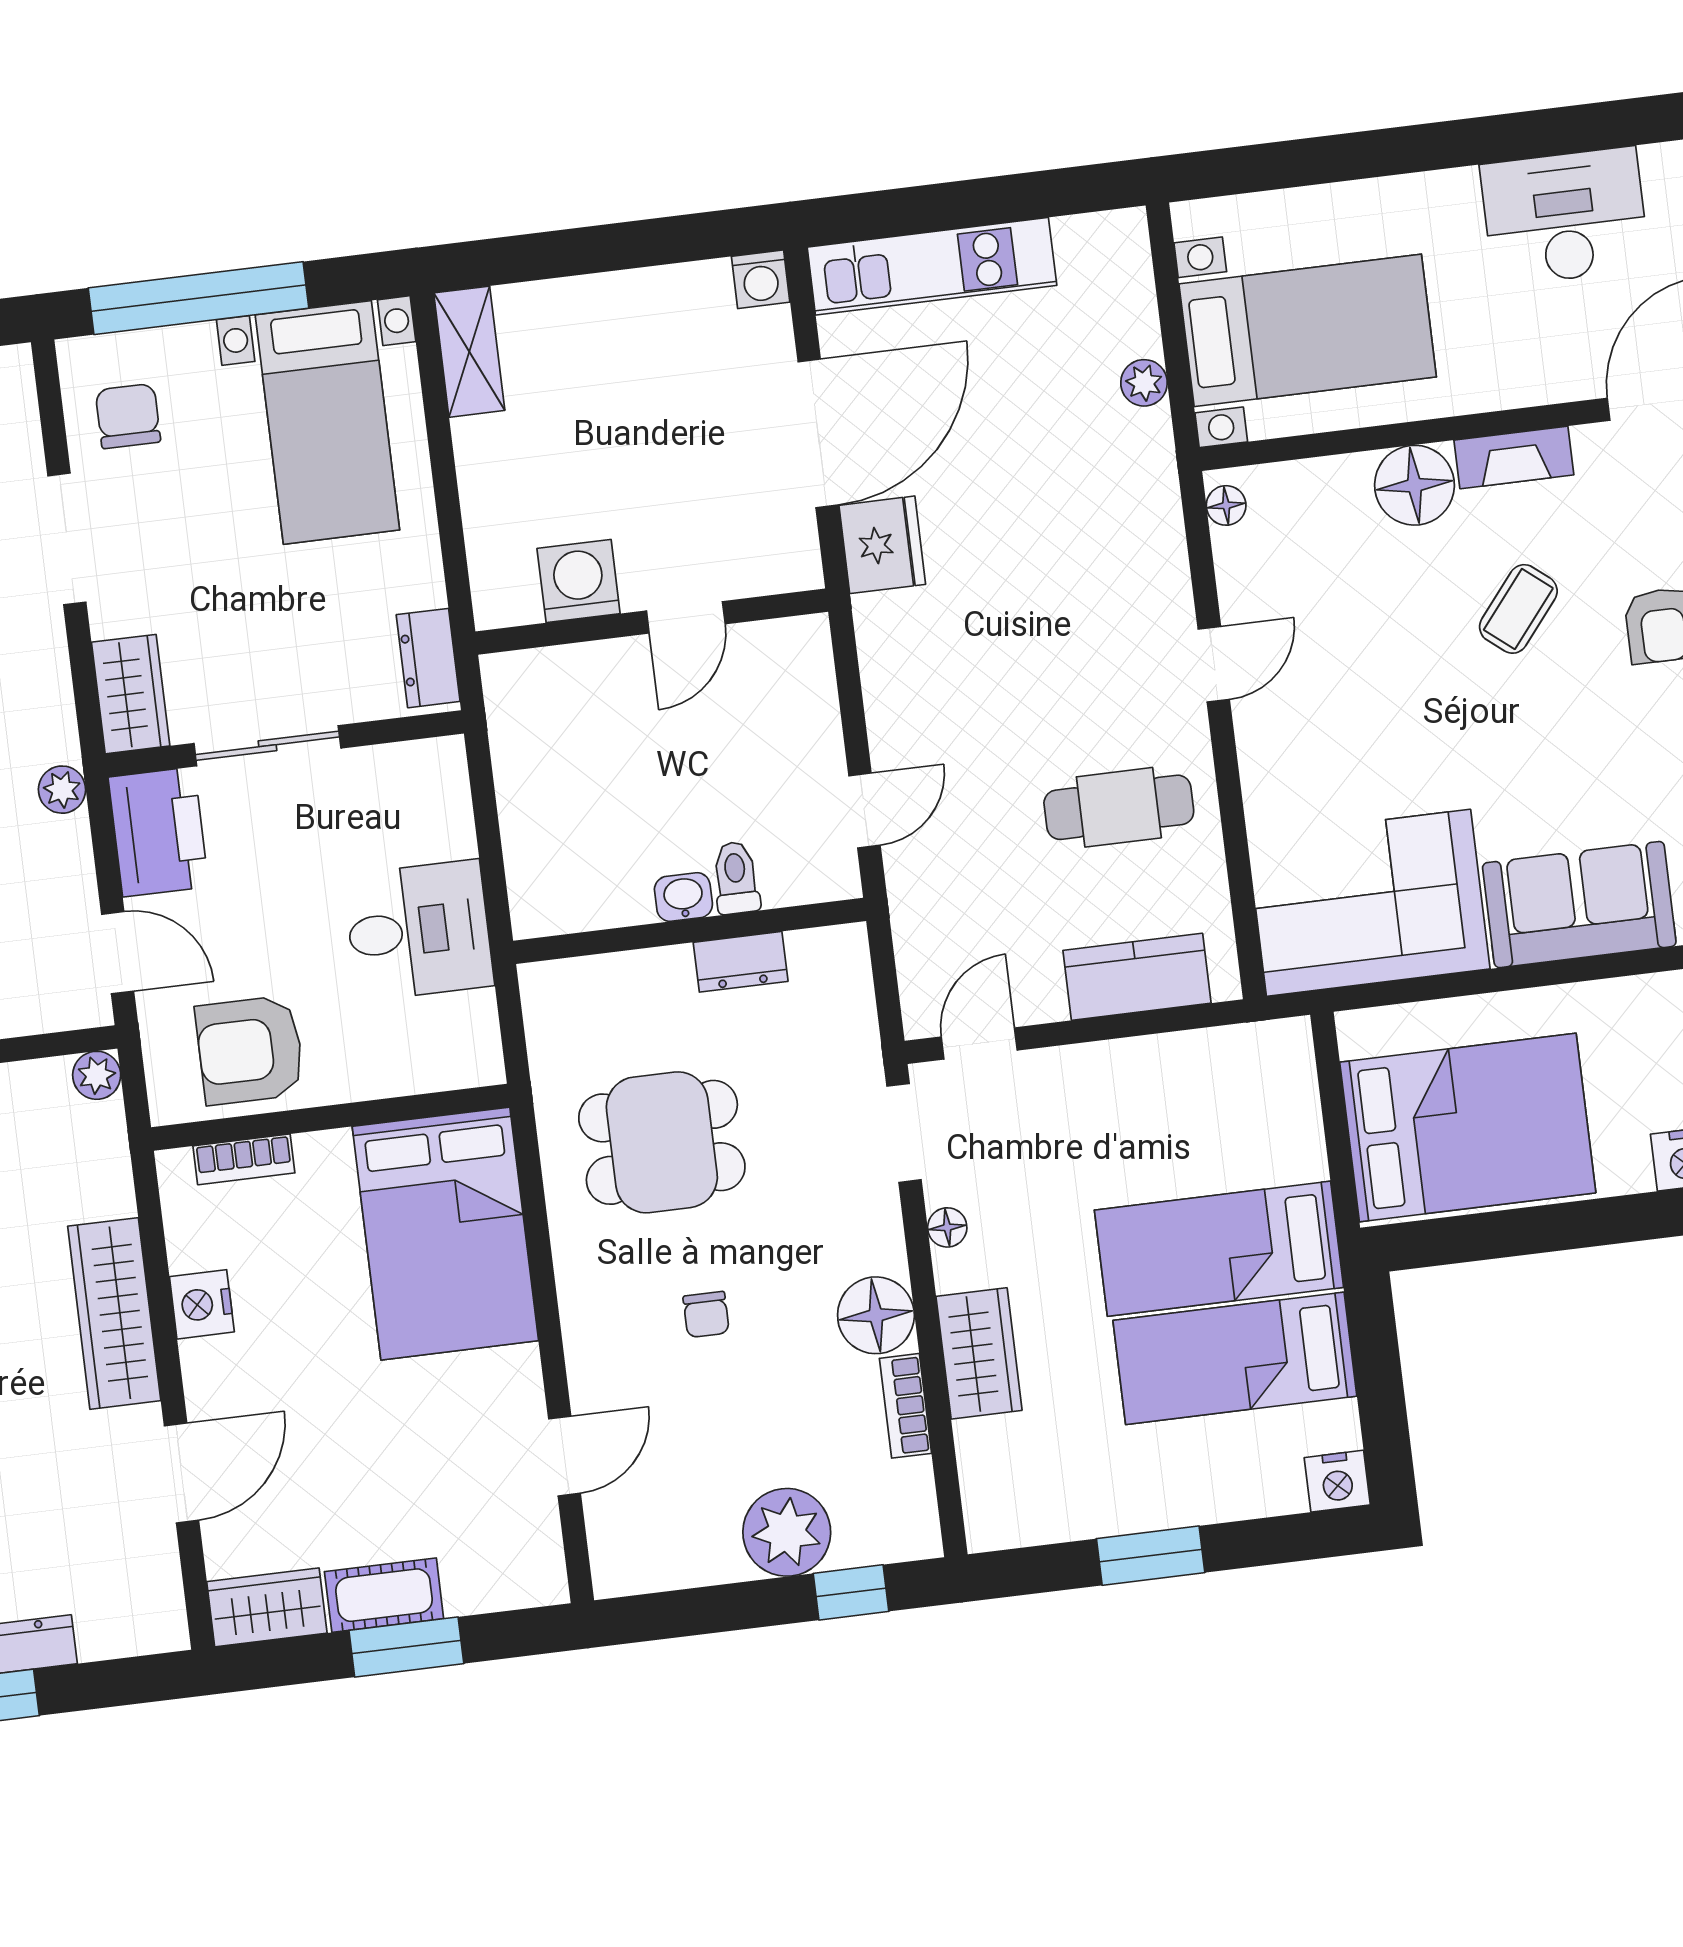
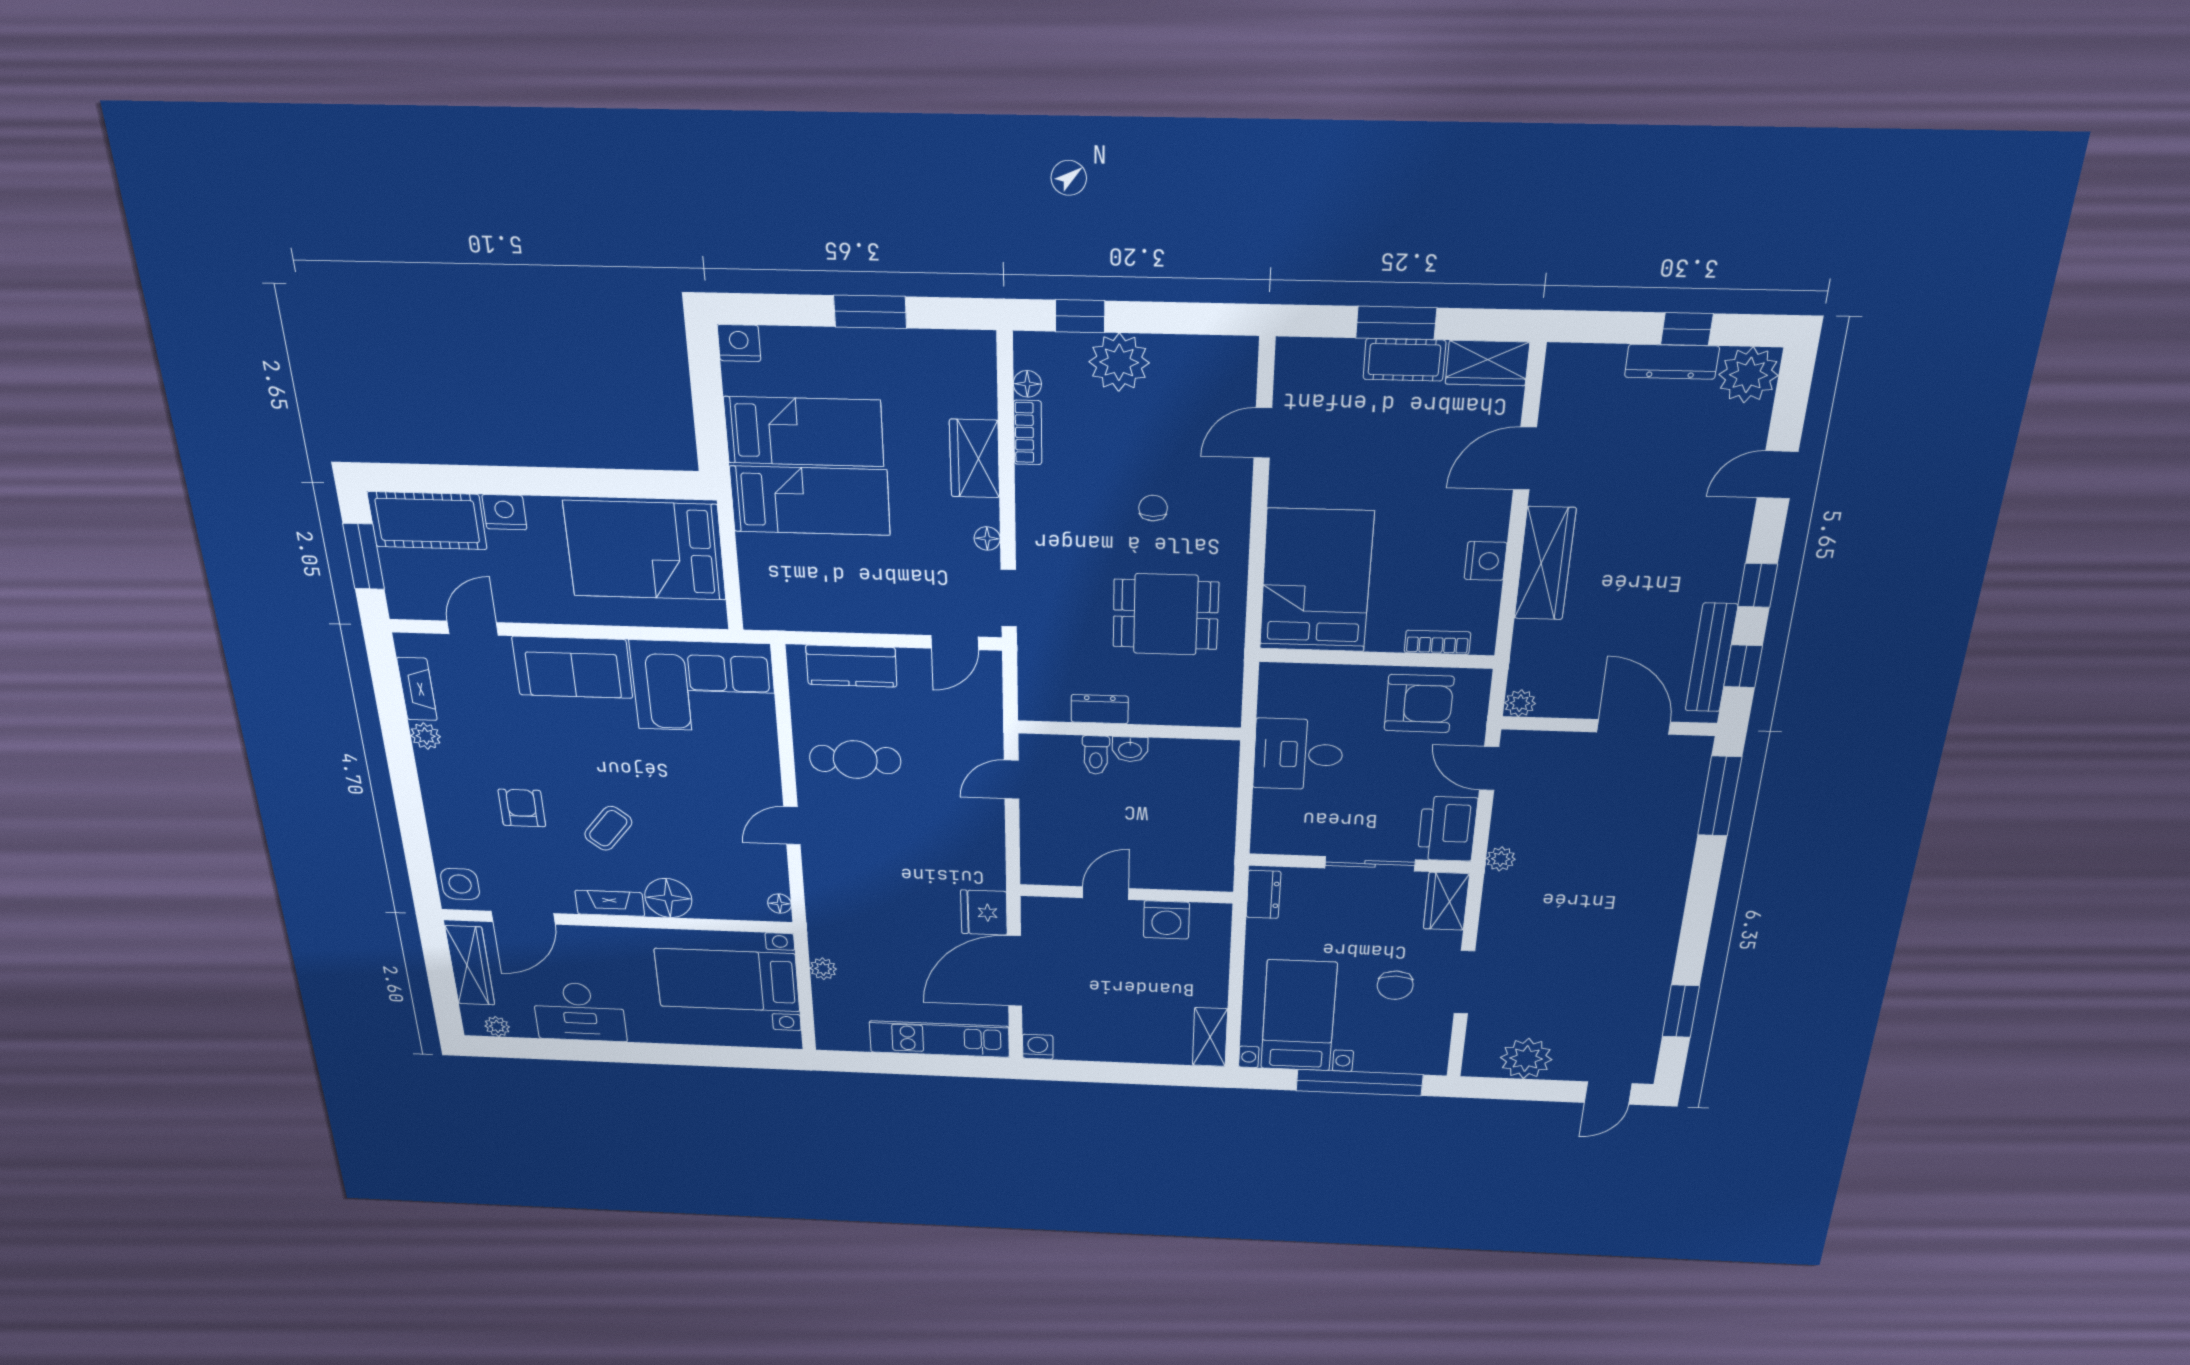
chair: (128, 416) -> (1395, 985), moved
floor lamp: (876, 1315) -> (1027, 384), moved, width x0.53, depth x0.53

